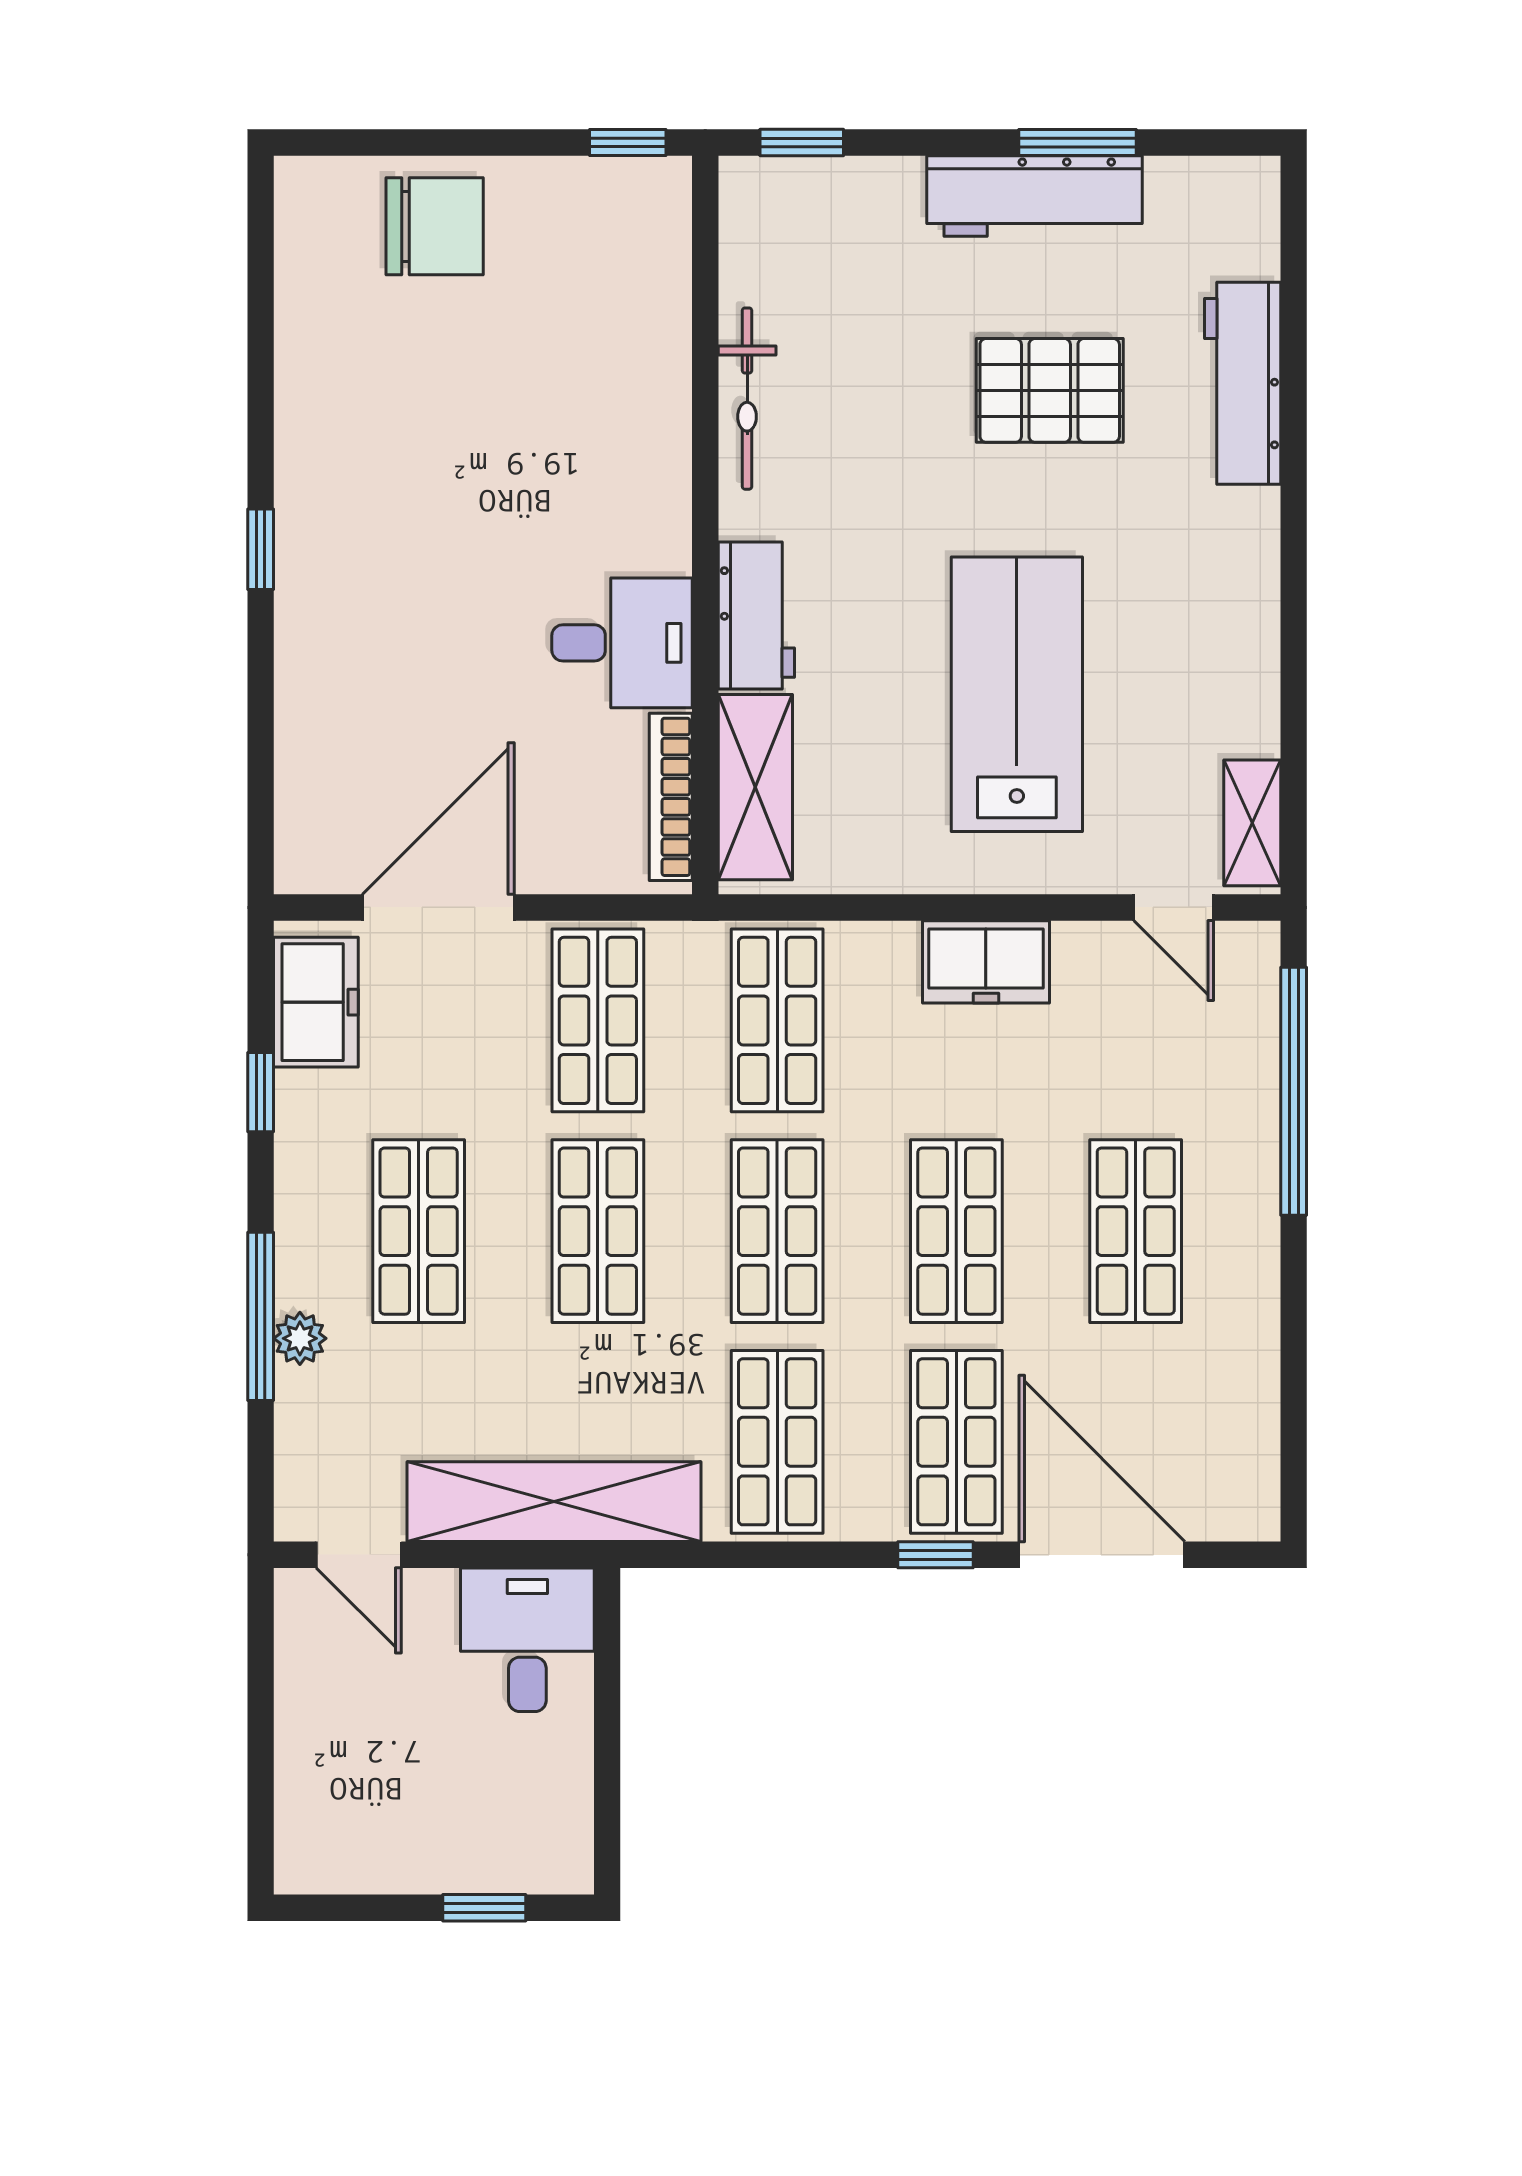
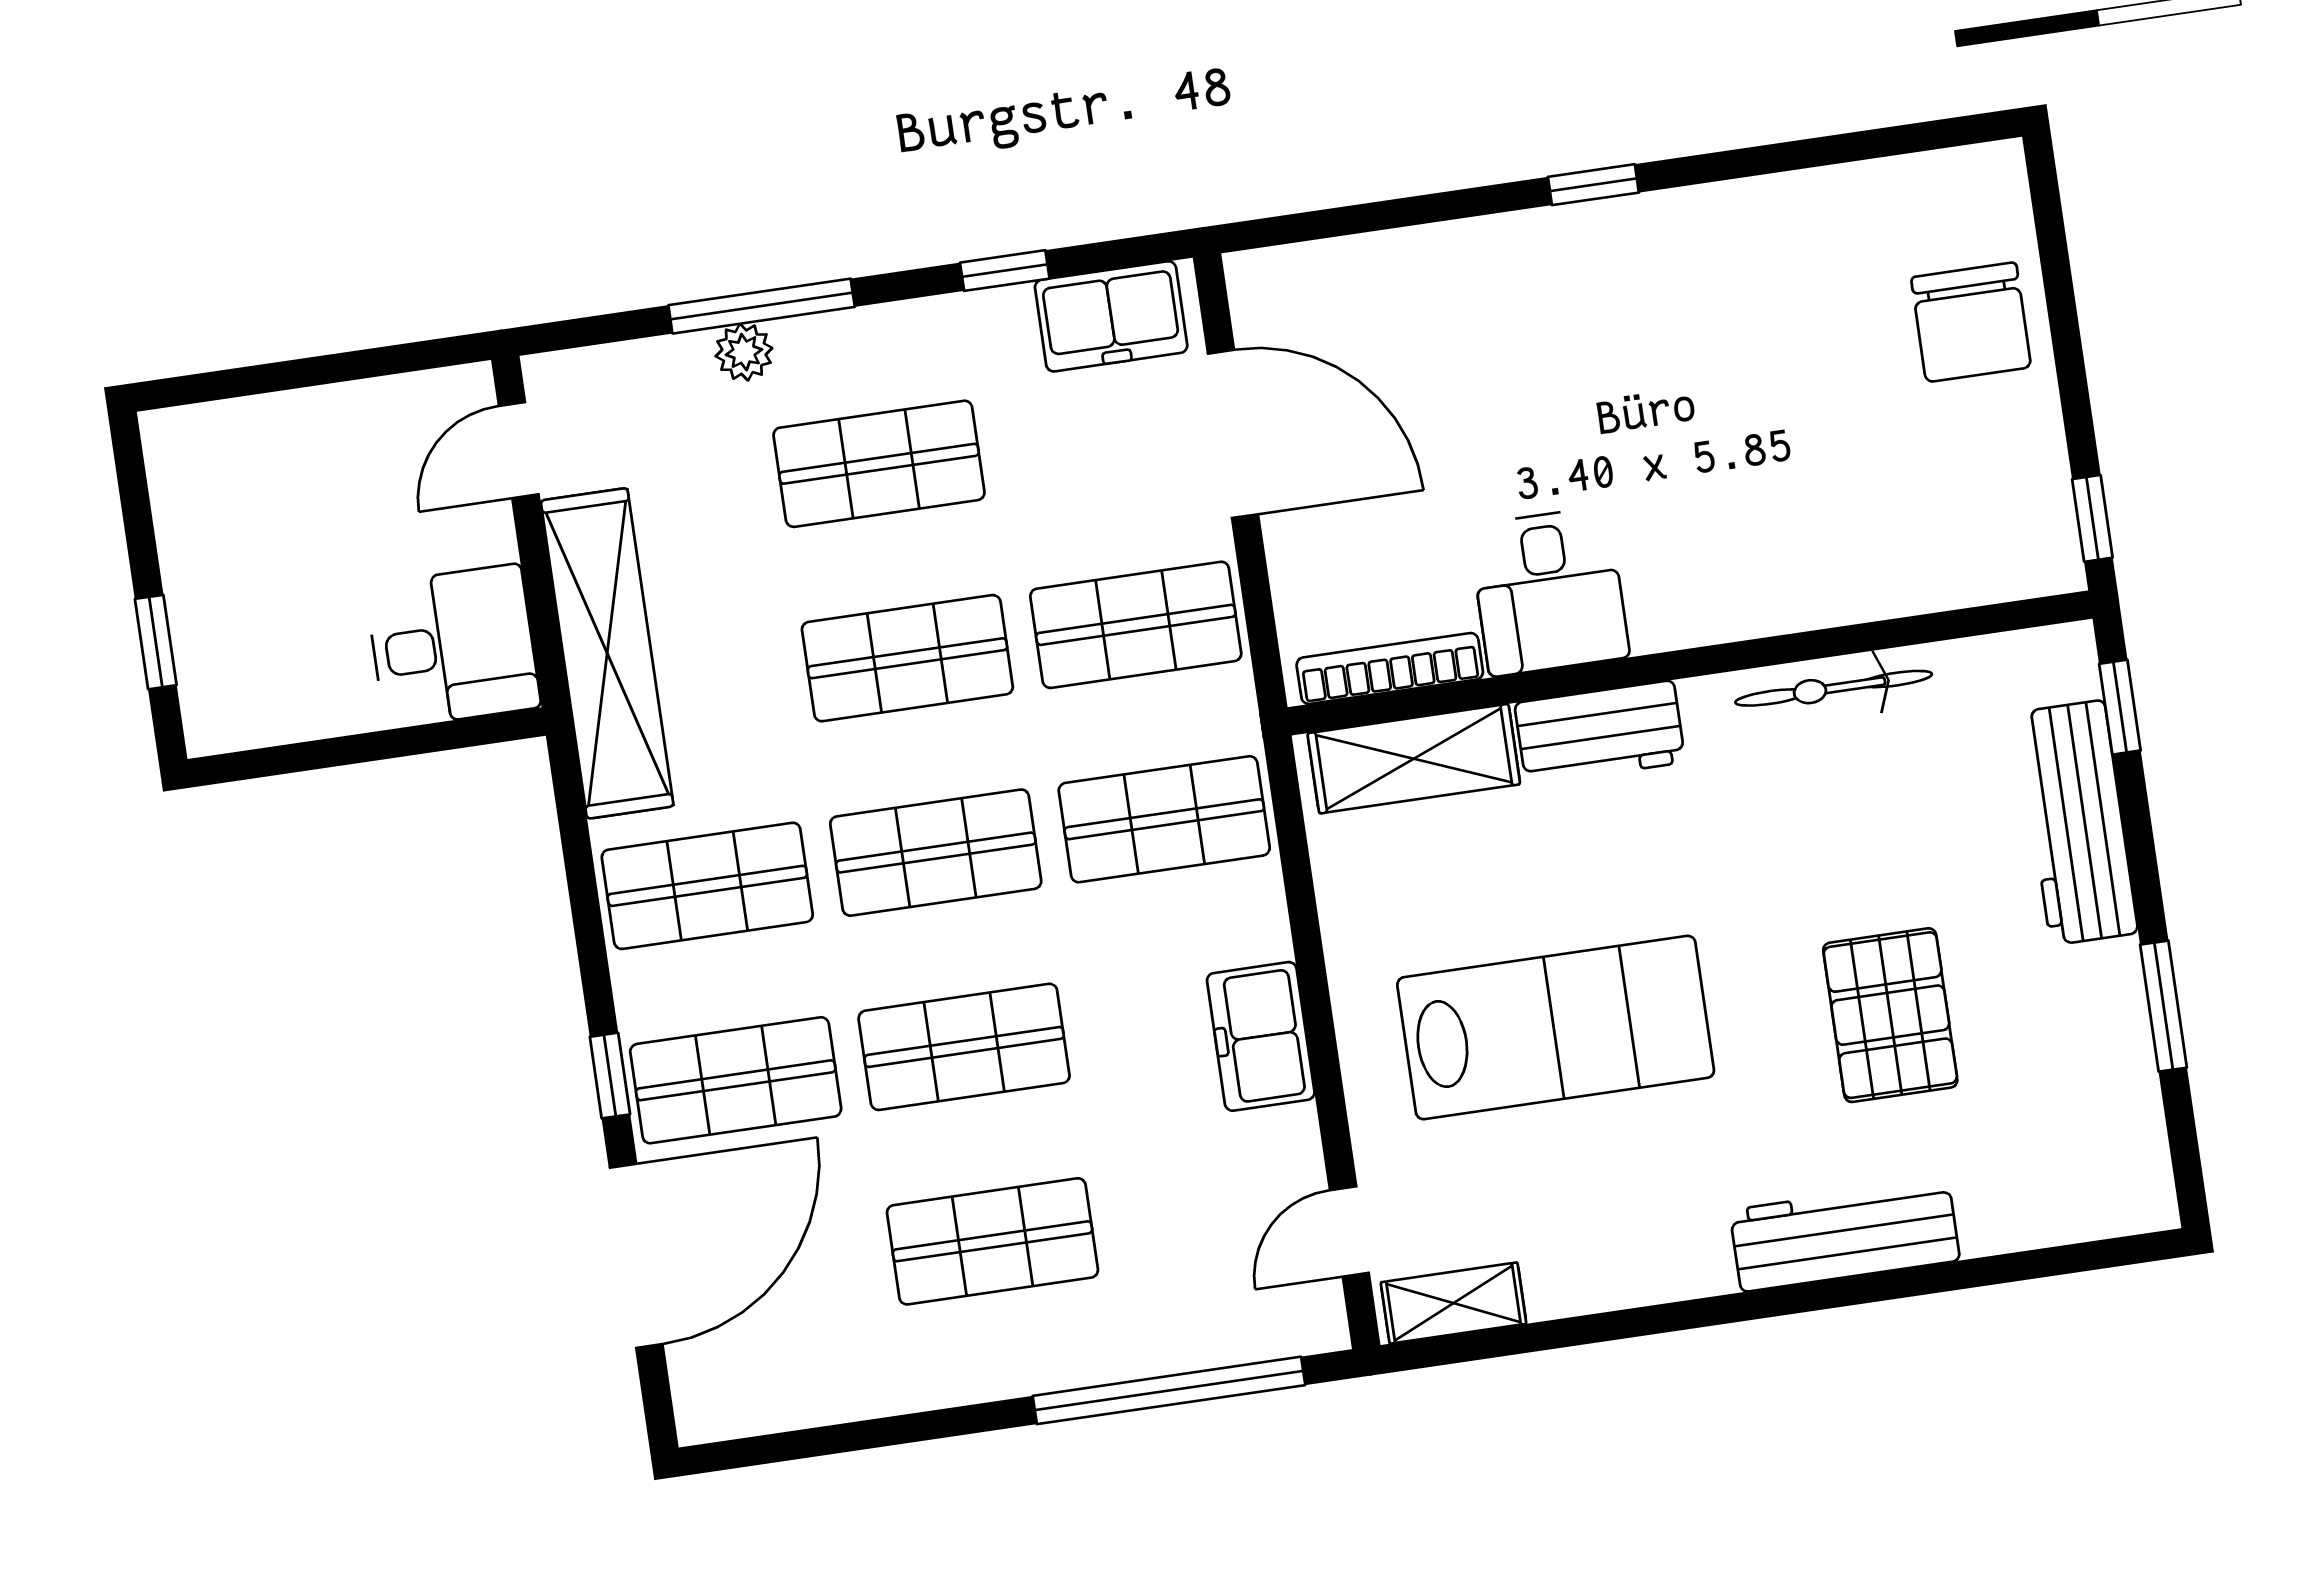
workbench: (1034, 196) -> (2078, 823), moved
workbench: (1243, 383) -> (1845, 1235), moved

